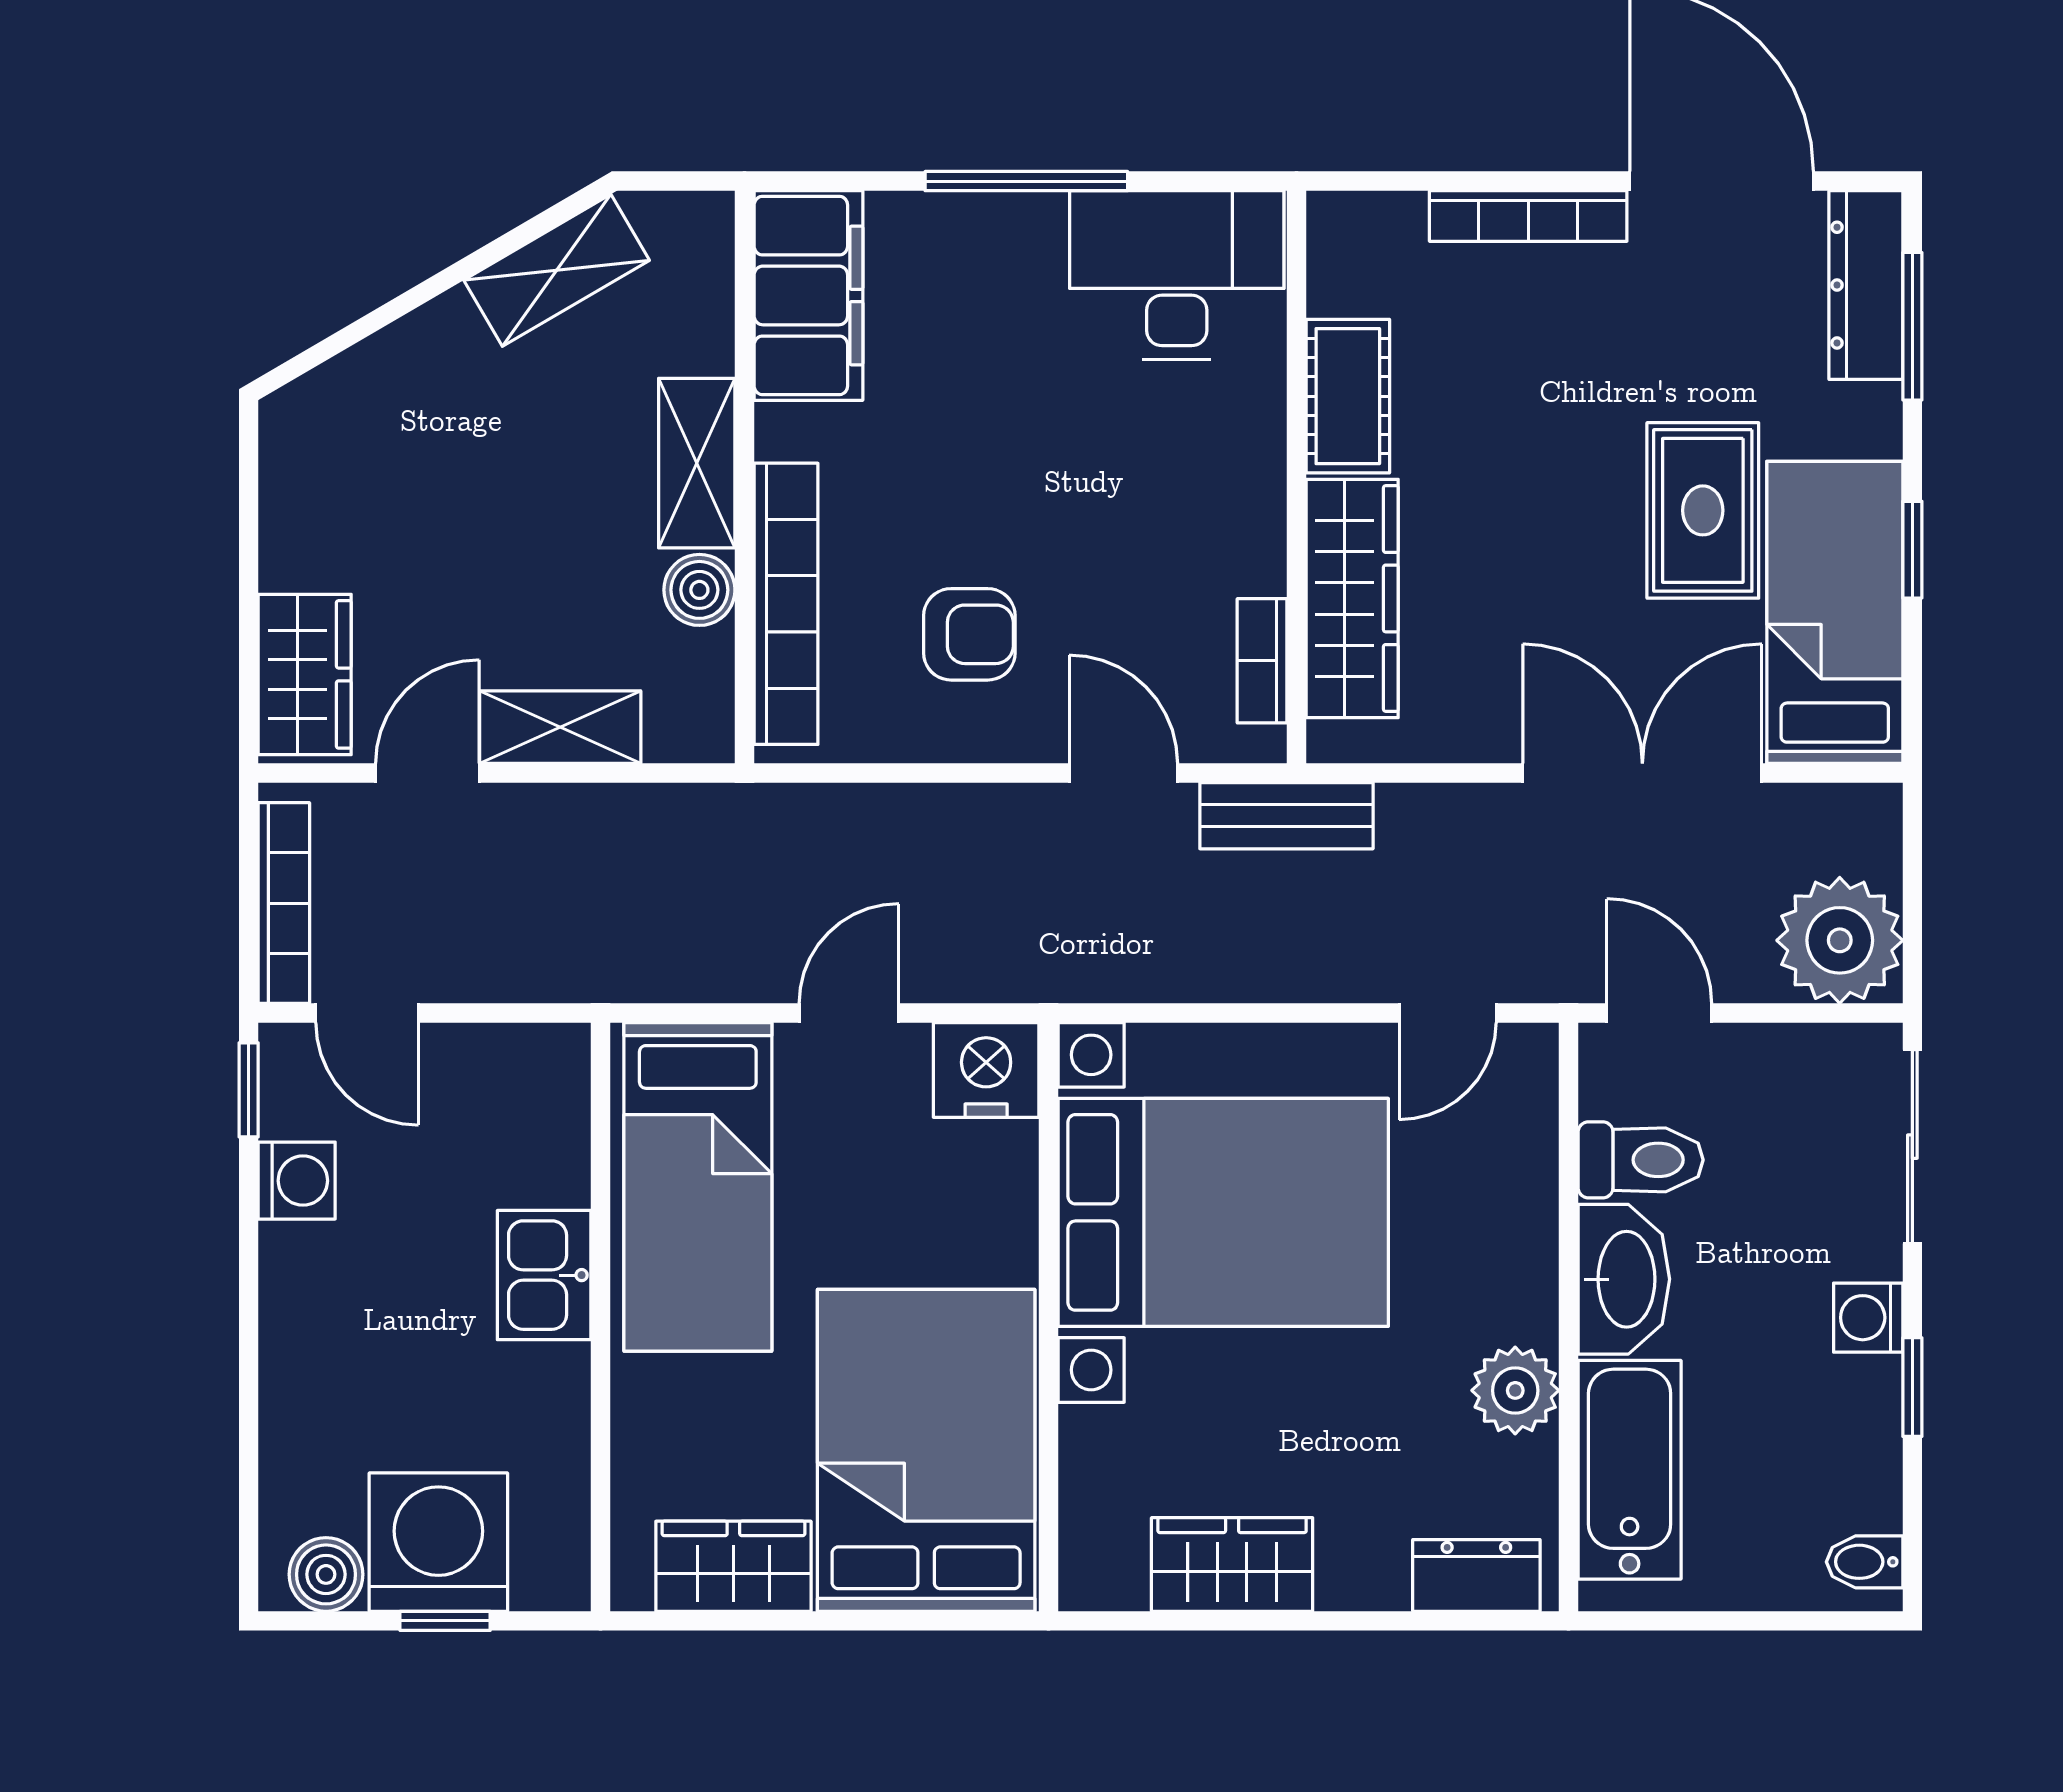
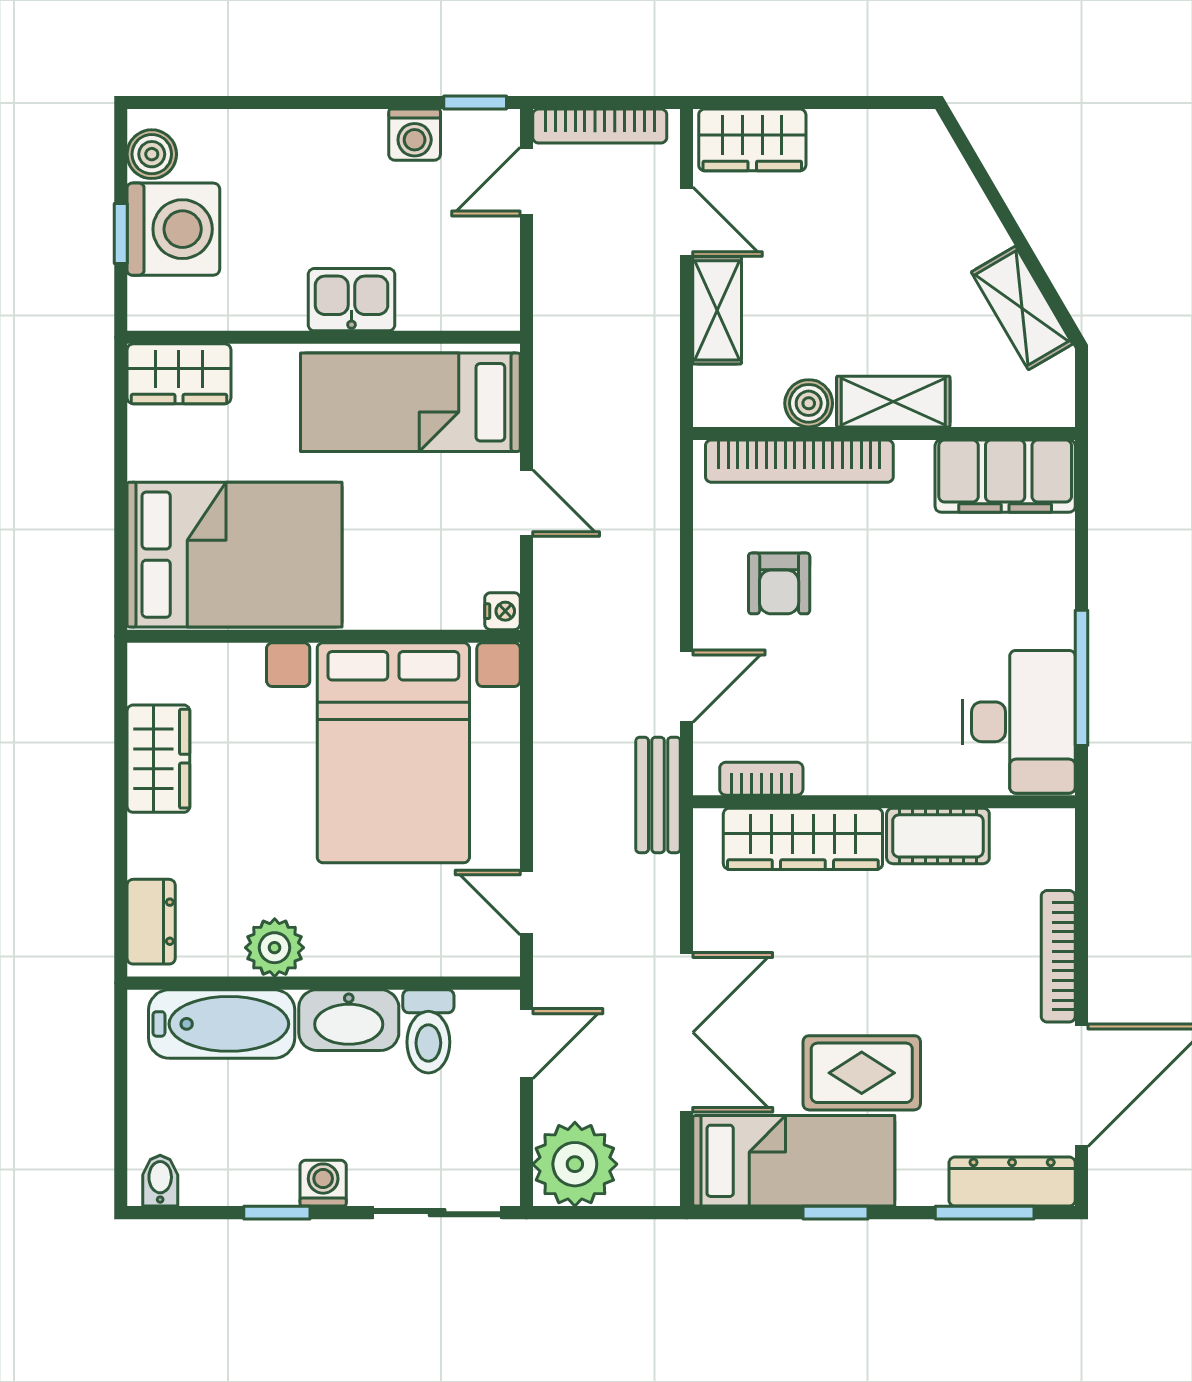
window: (1026, 181) -> (1081, 678), moved
nightstand: (986, 1070) -> (502, 611), width x0.53, depth x0.56
wardrobe: (733, 1566) -> (179, 374), moved, turned 90

